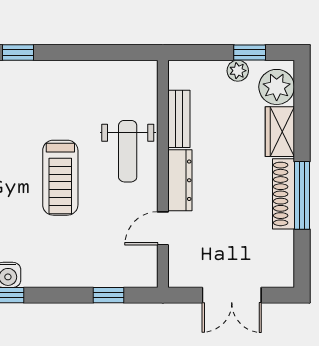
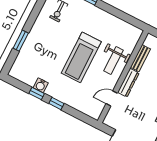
treadmill: (60, 178) -> (81, 57), width x1.37, depth x1.38
window: (109, 295) -> (56, 104), moved

